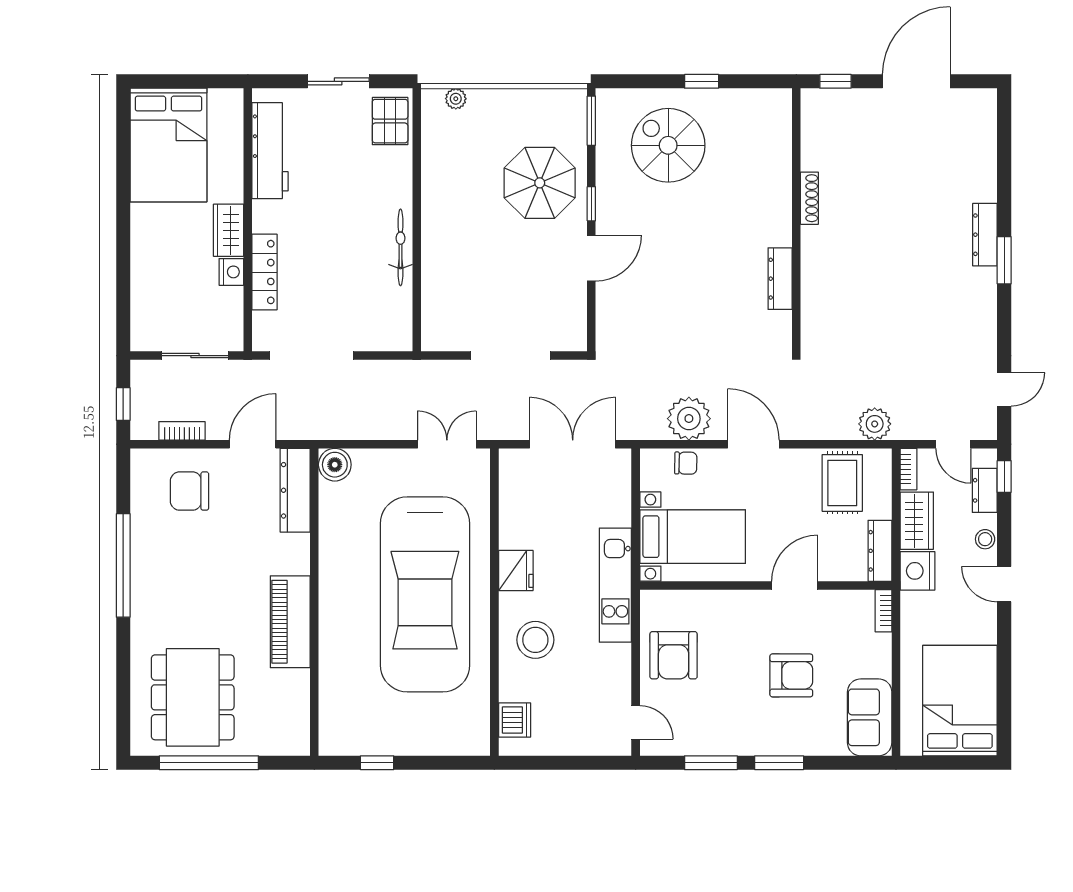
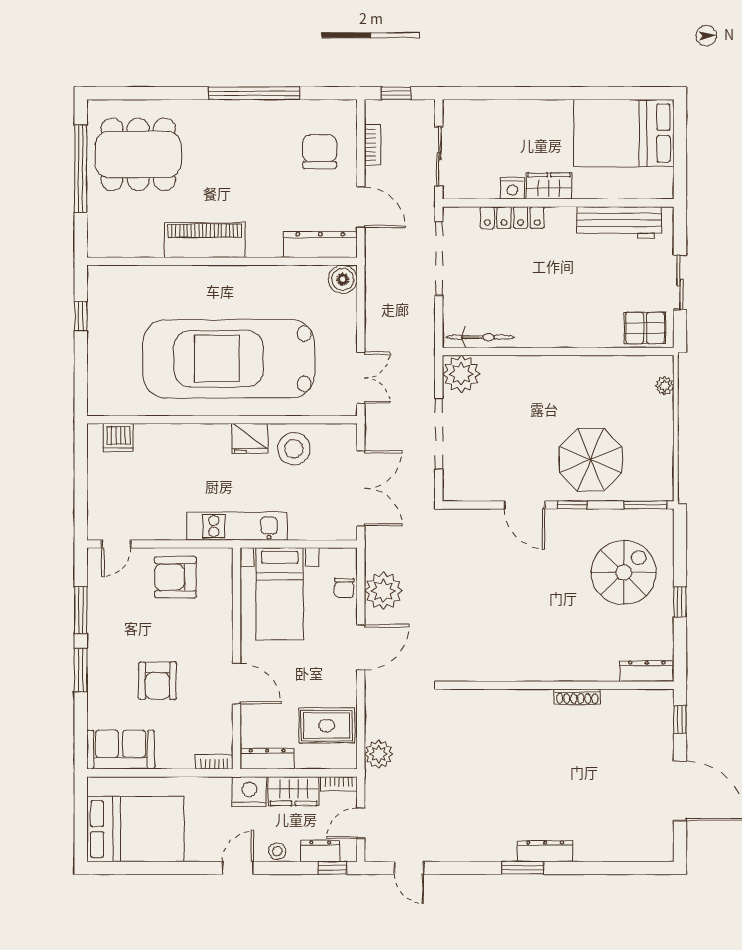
bicycle: (400, 247) -> (480, 337), moved
dresser: (780, 279) -> (647, 671), moved
plant: (442, 330) -> (461, 374), added
stool: (535, 640) -> (294, 449), moved

